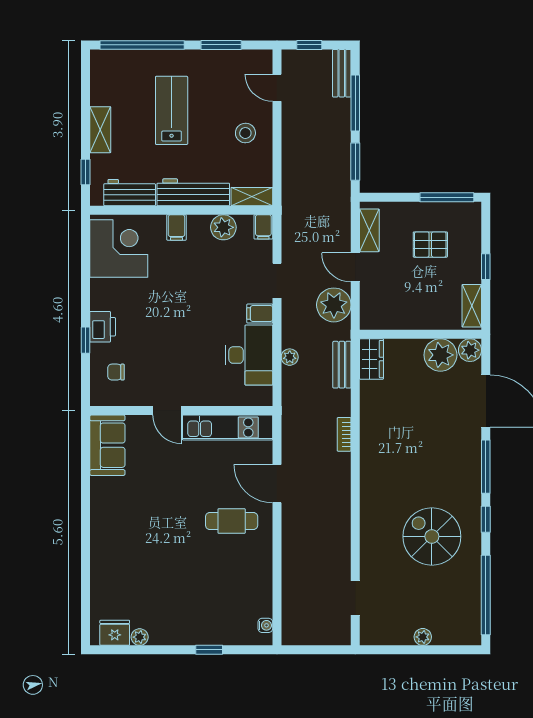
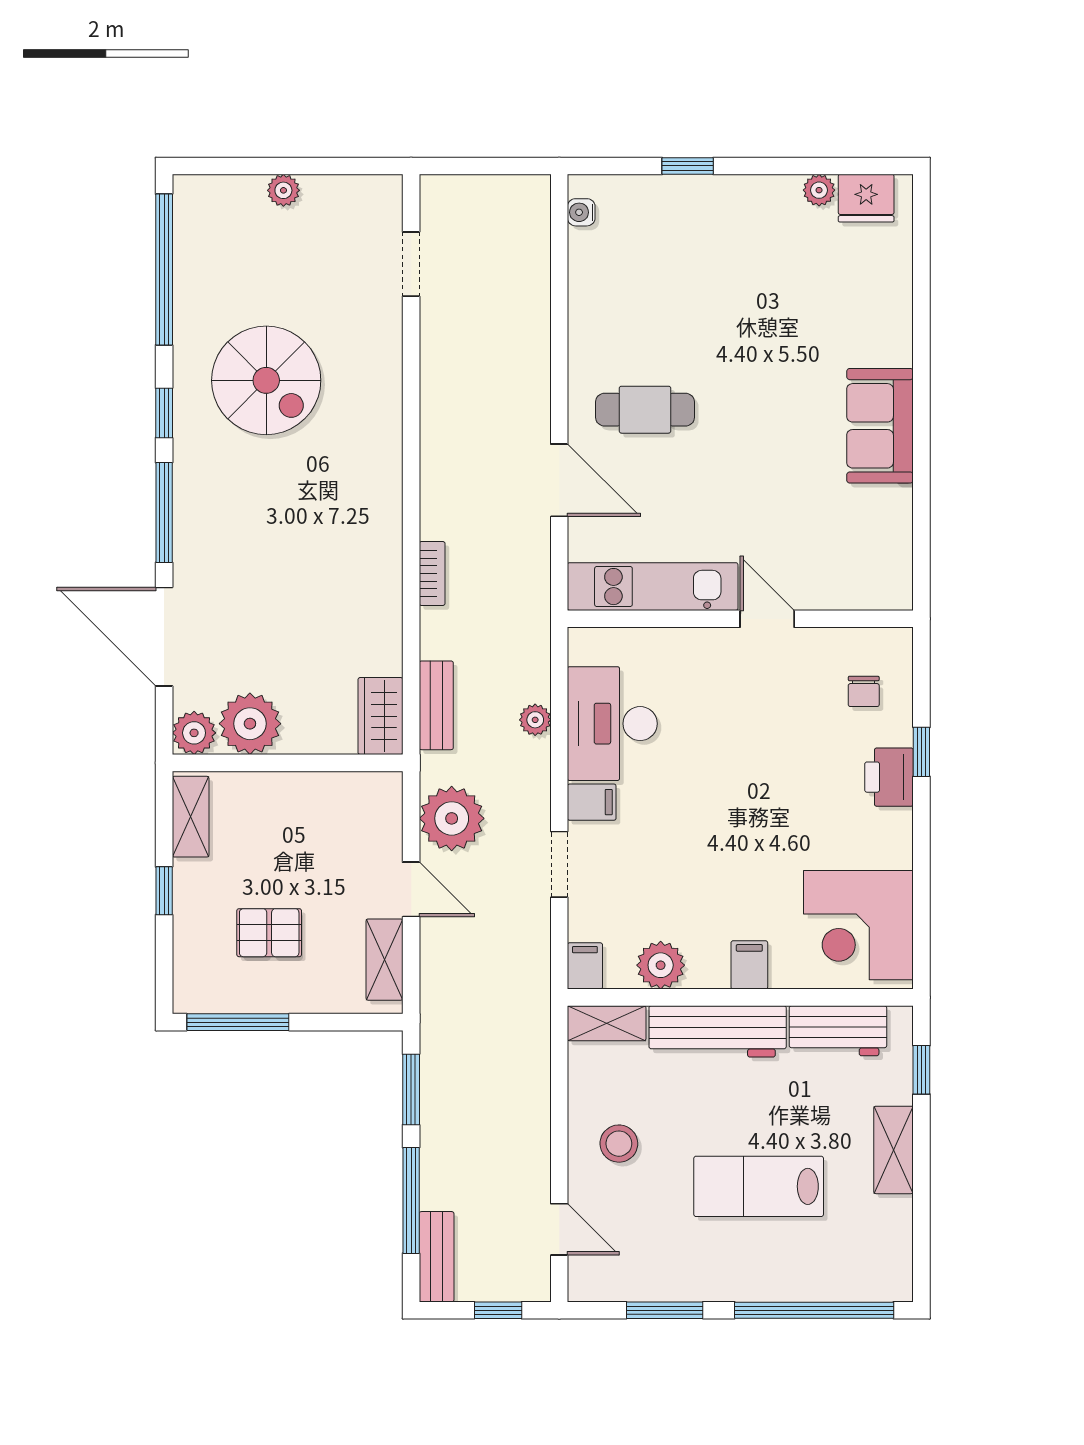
lab bench: (172, 110) -> (759, 1186), turned 90
chair: (116, 372) -> (864, 691), turned 90
sofa: (107, 445) -> (880, 426), moved

